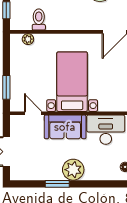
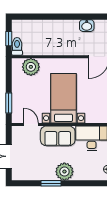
toilet: (39, 20) -> (17, 46), moved
plant: (28, 39) -> (31, 67), width x1.87, depth x1.87

